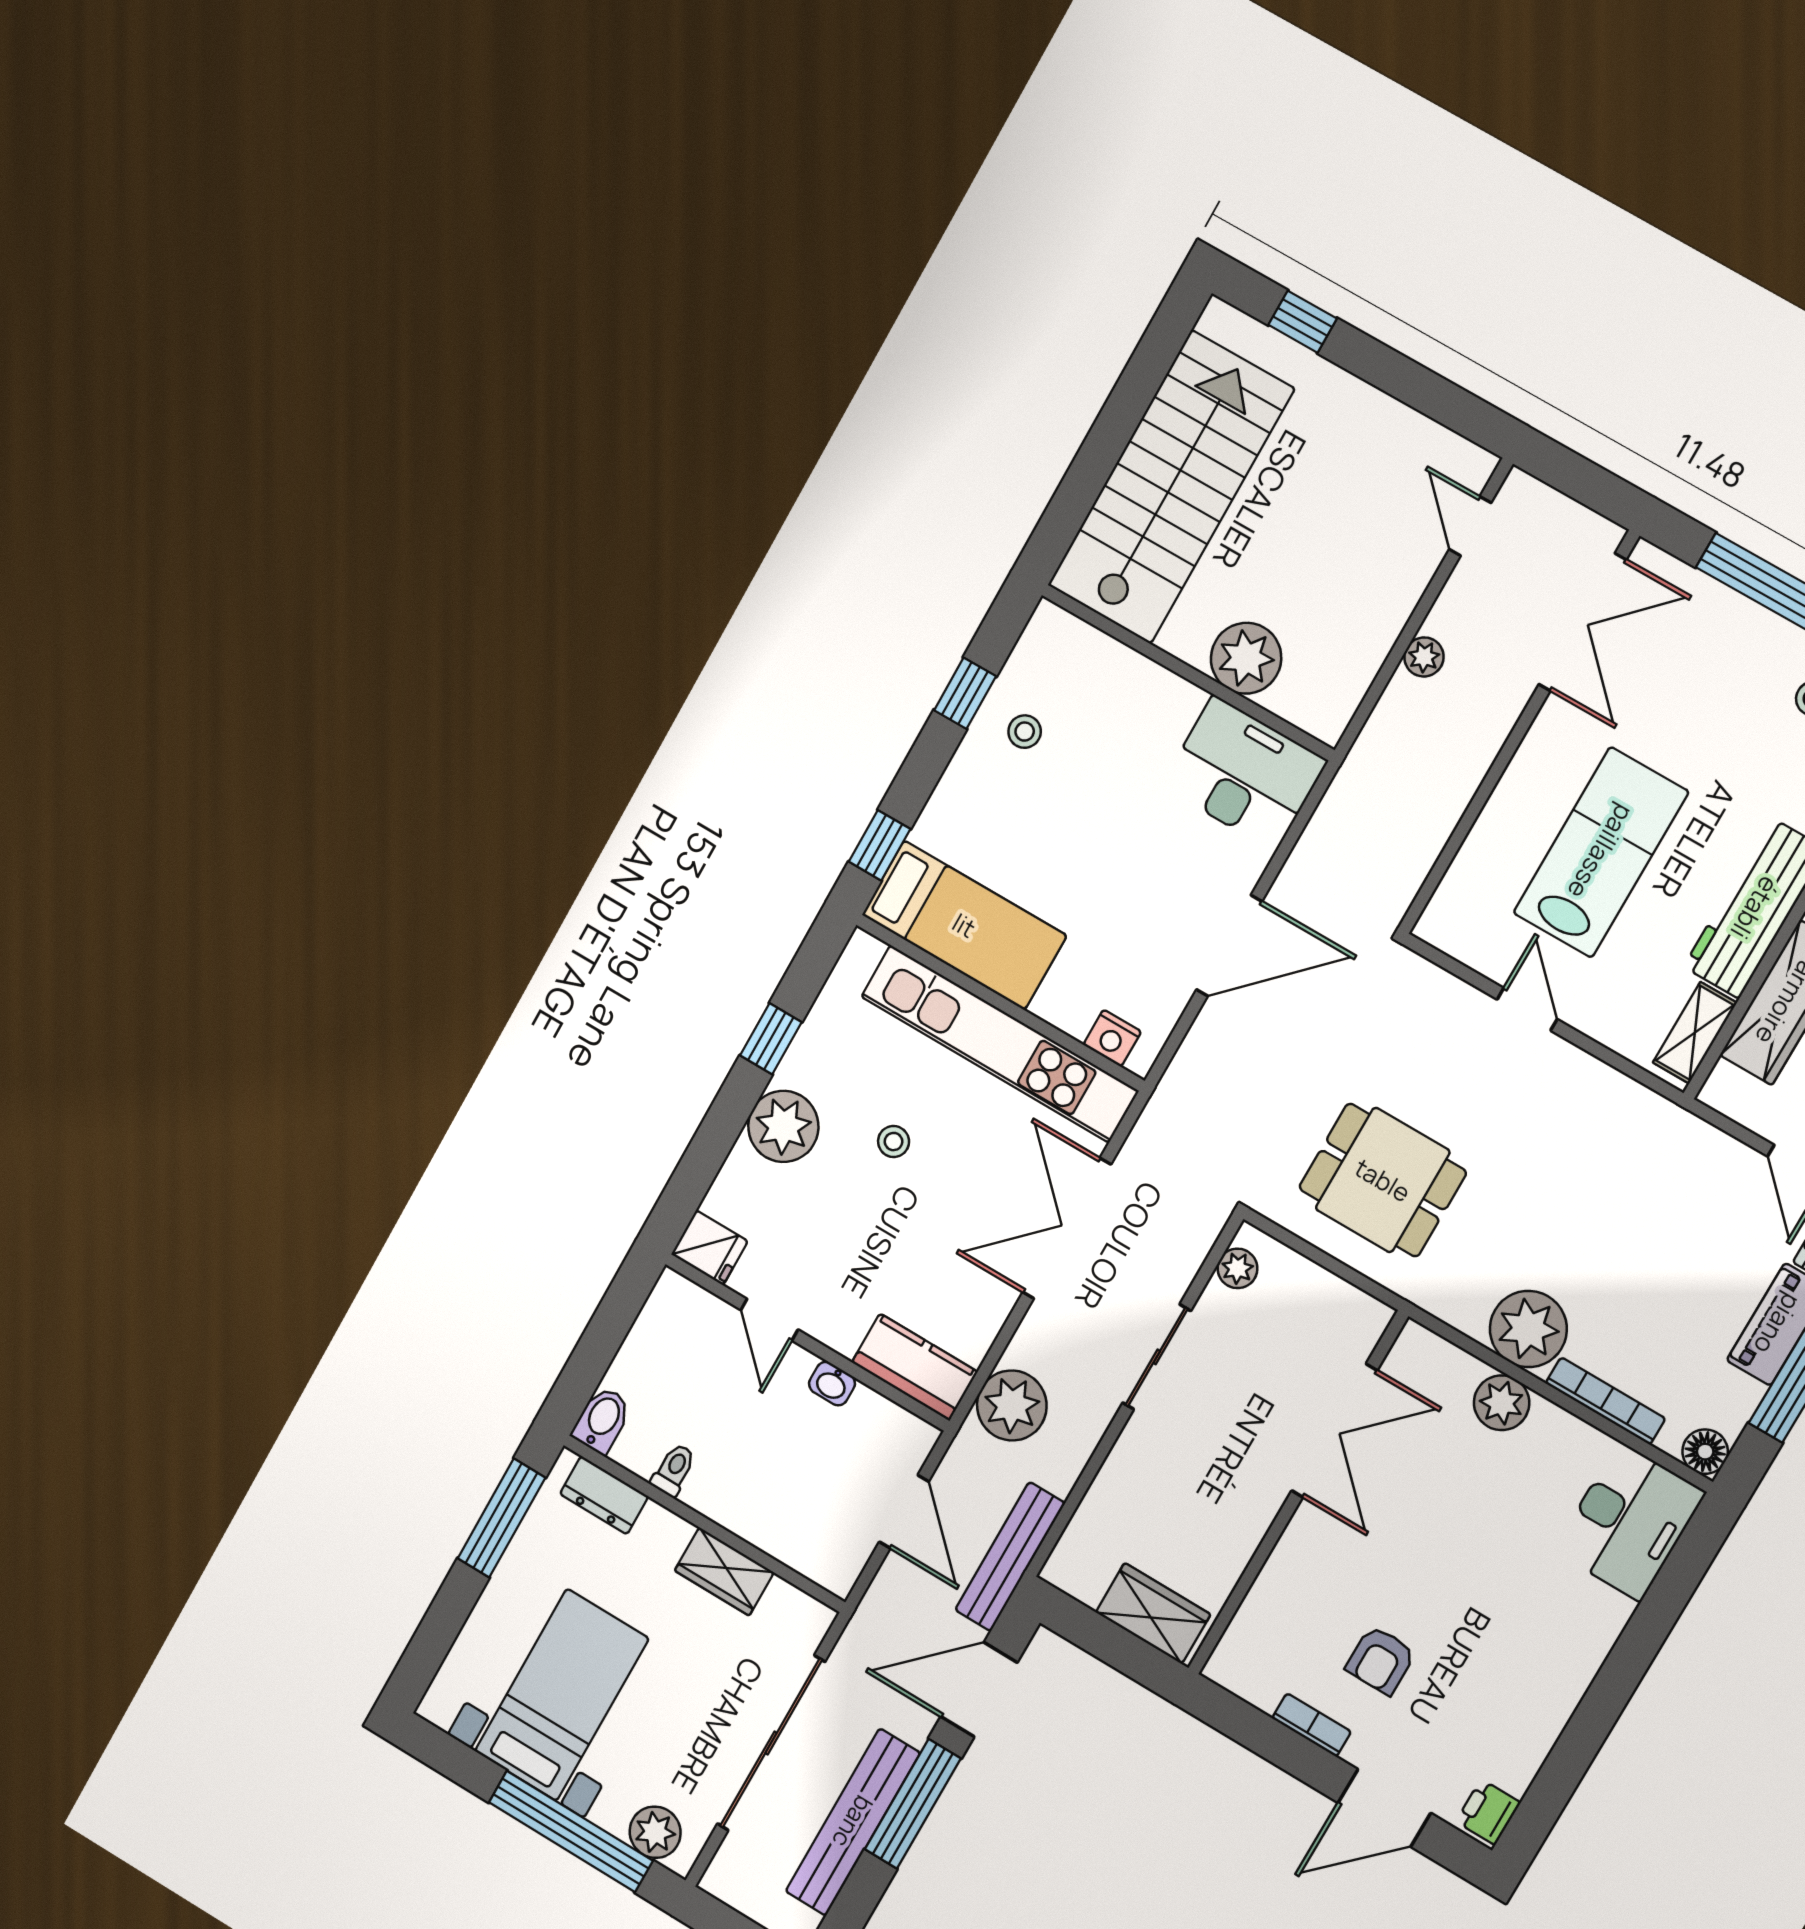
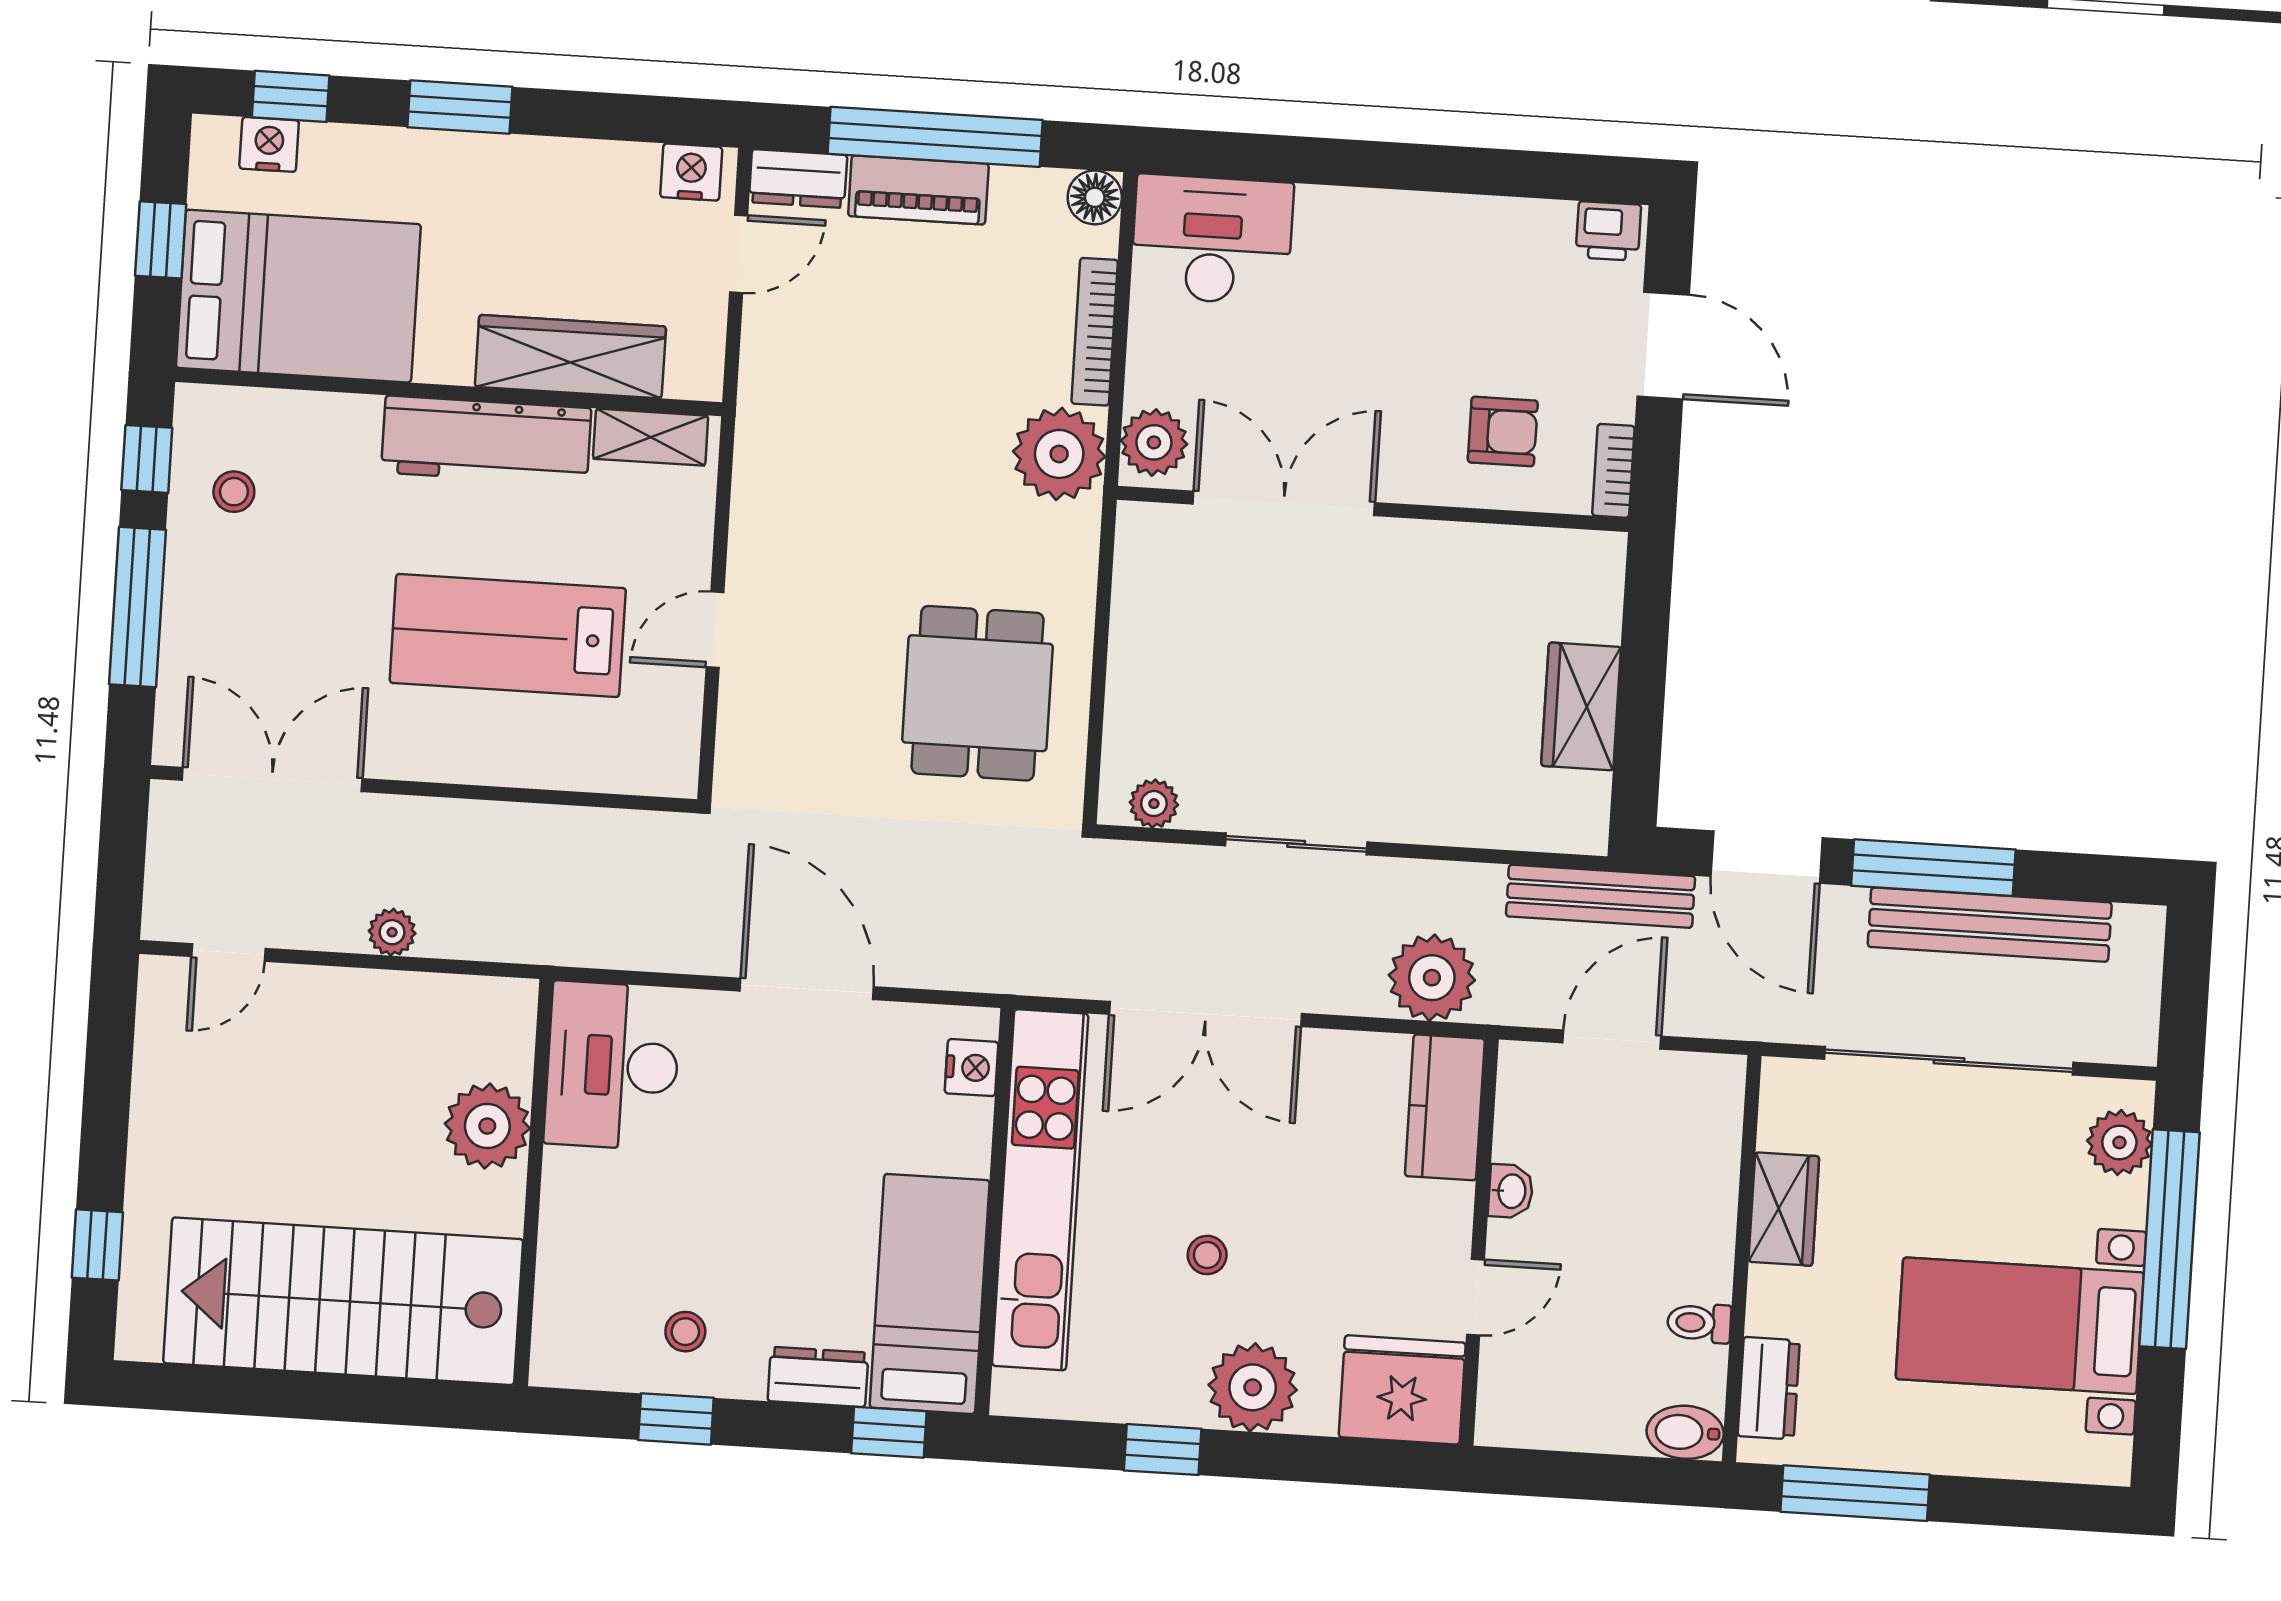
dresser: (944, 813) -> (818, 1377), added
fridge: (709, 1248) -> (1402, 1390), width x1.88, depth x1.34
double door: (1334, 1431) -> (1284, 503), moved
wall: (1298, 1493) -> (1373, 509), moved

